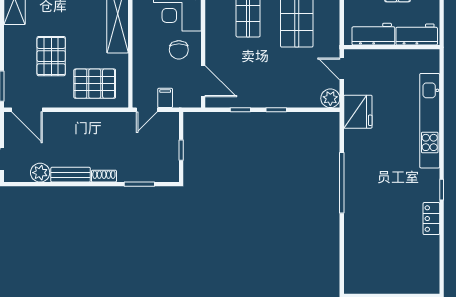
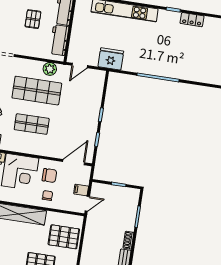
chair: (150, 51) -> (47, 196), added
pallet: (95, 84) -> (64, 237), turned 90
plant: (330, 98) -> (50, 69), moved
door: (147, 110) -> (87, 204), hinge flipped

